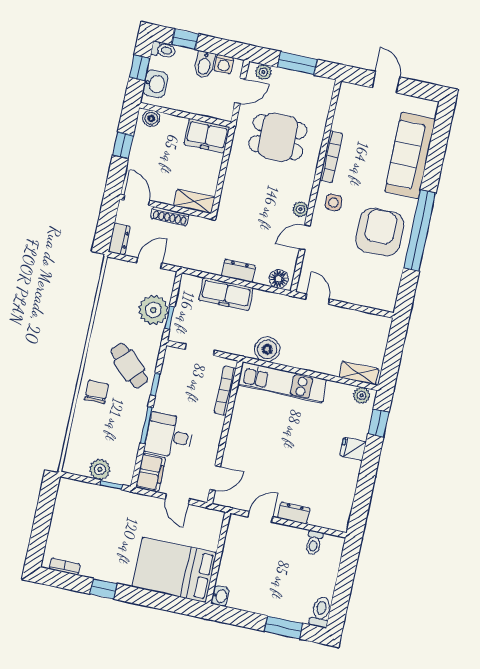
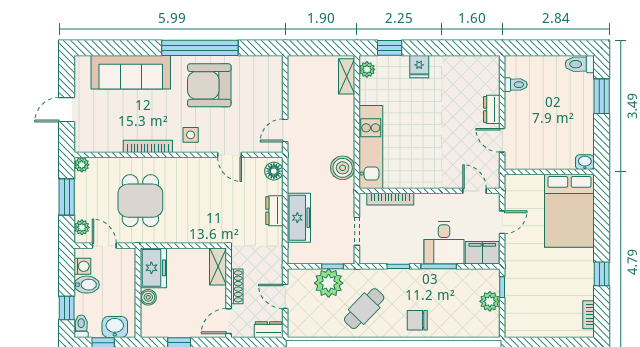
boiler: (151, 118) -> (148, 297), moved
plant: (300, 209) -> (82, 165), moved
cafe table: (129, 366) -> (364, 309), moved

